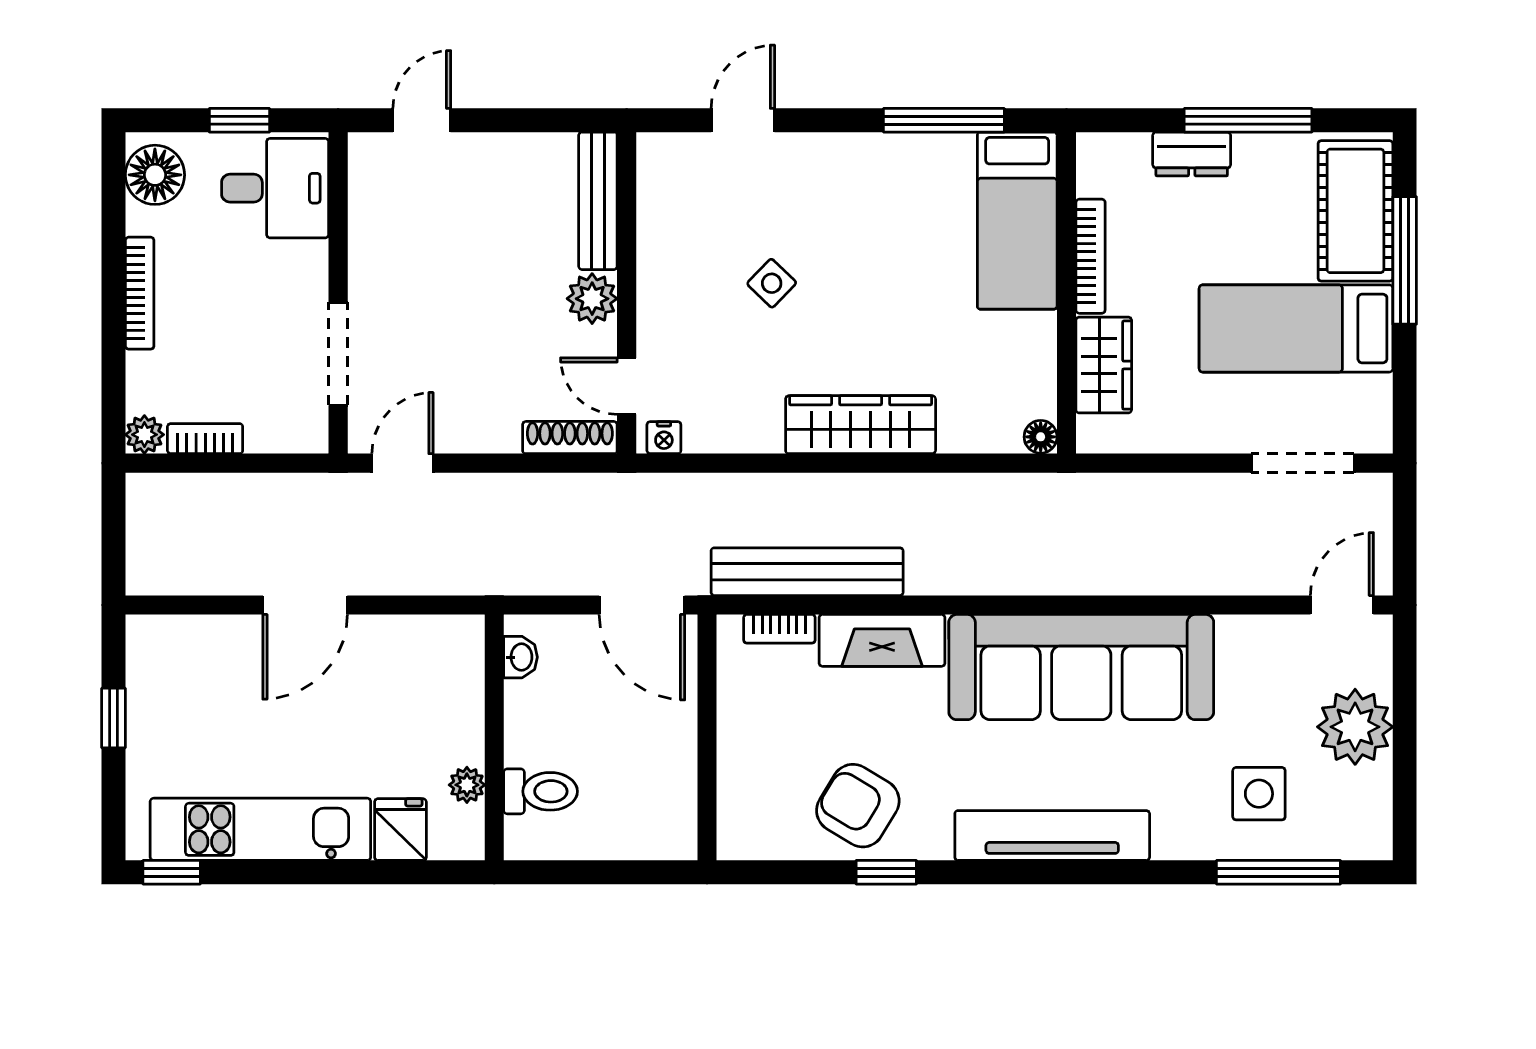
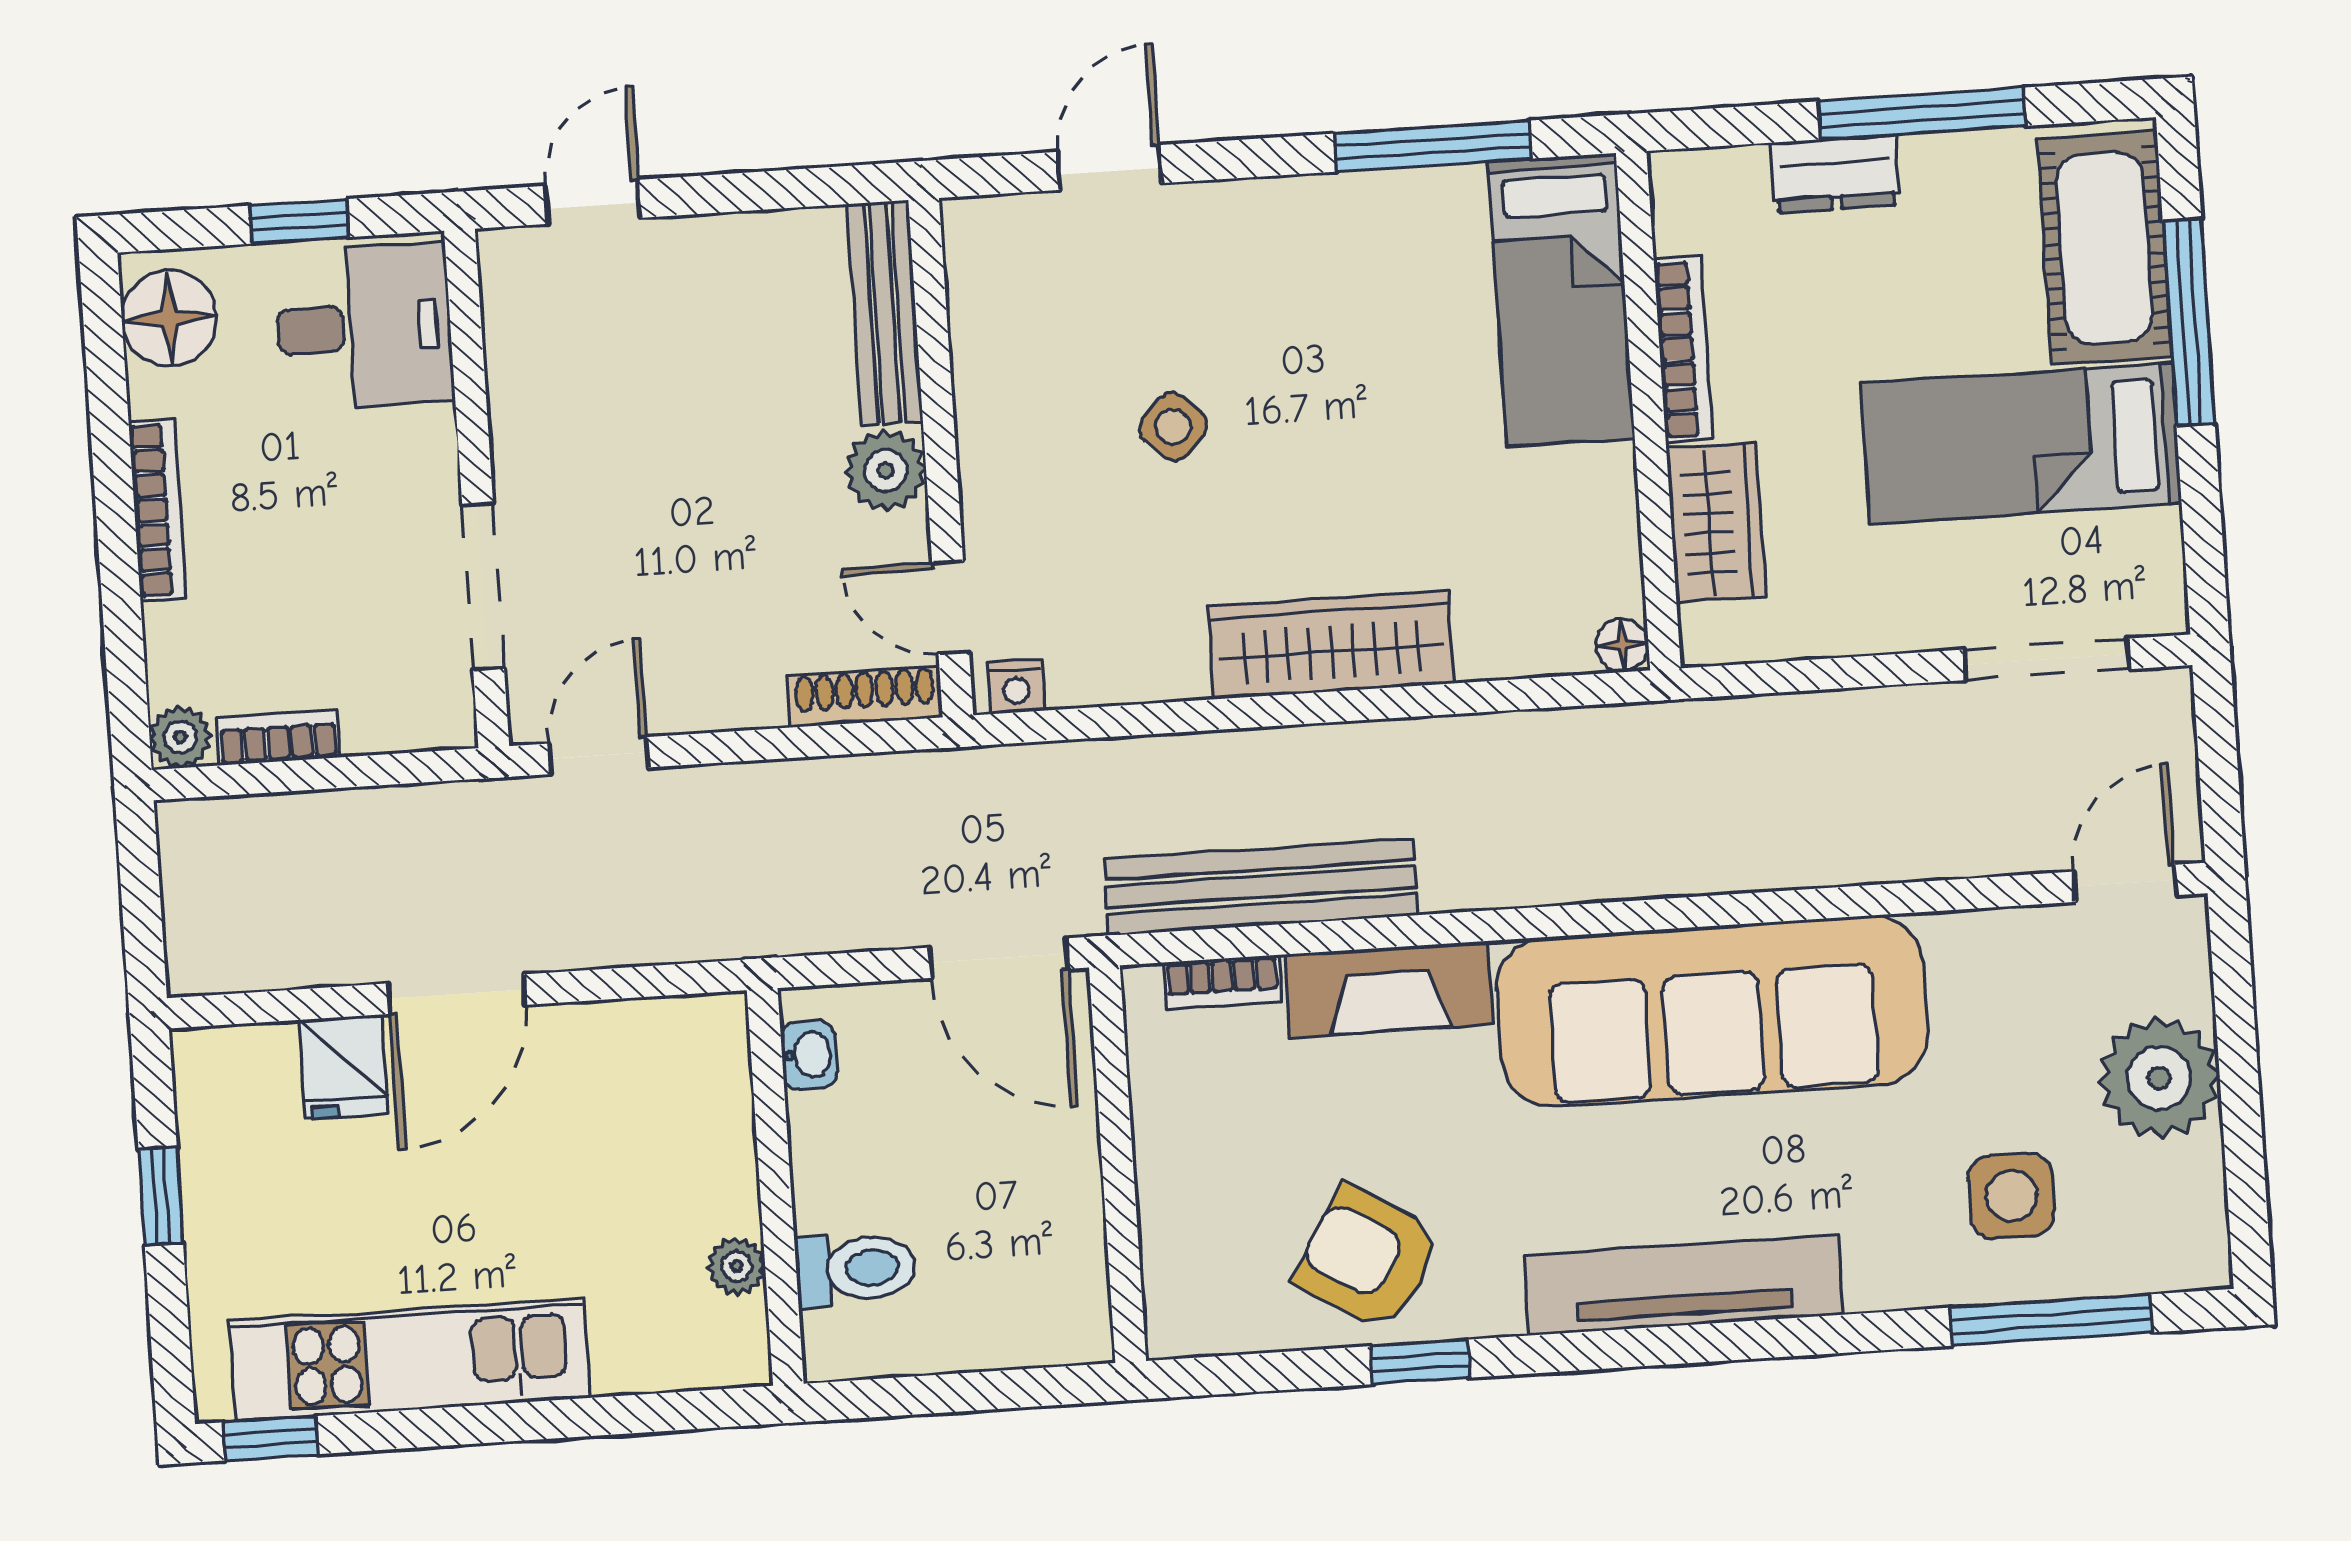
fridge: (400, 830) -> (344, 1067), moved, turned 180

